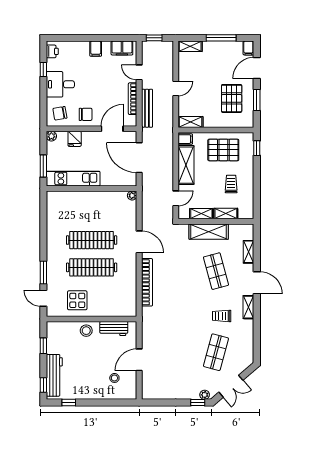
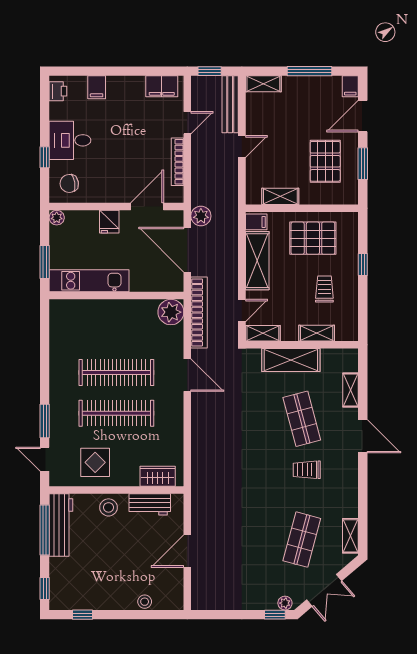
filing cabinet: (96, 49) -> (97, 87), moved
window: (43, 69) -> (45, 157), moved
door: (139, 72) -> (187, 123), swing flipped
bench: (147, 108) -> (230, 104), moved
chair: (86, 114) -> (107, 185), removed
shelving: (191, 122) -> (280, 196), moved
plant: (148, 135) -> (201, 216), added
fridge: (75, 139) -> (109, 222), moved
window: (257, 148) -> (363, 265), moved
plant: (132, 196) -> (171, 312), width x1.88, depth x1.88
shelving: (201, 214) -> (263, 333), moved
bookcase: (147, 282) -> (199, 312), moved
shelving: (248, 307) -> (350, 536), moved
wardrobe: (119, 310) -> (158, 476), added
trolley: (222, 316) -> (307, 470), moved
window: (43, 346) -> (45, 530), width x2.17
workbench: (54, 375) -> (61, 525), moved
stool: (114, 378) -> (145, 602), moved

